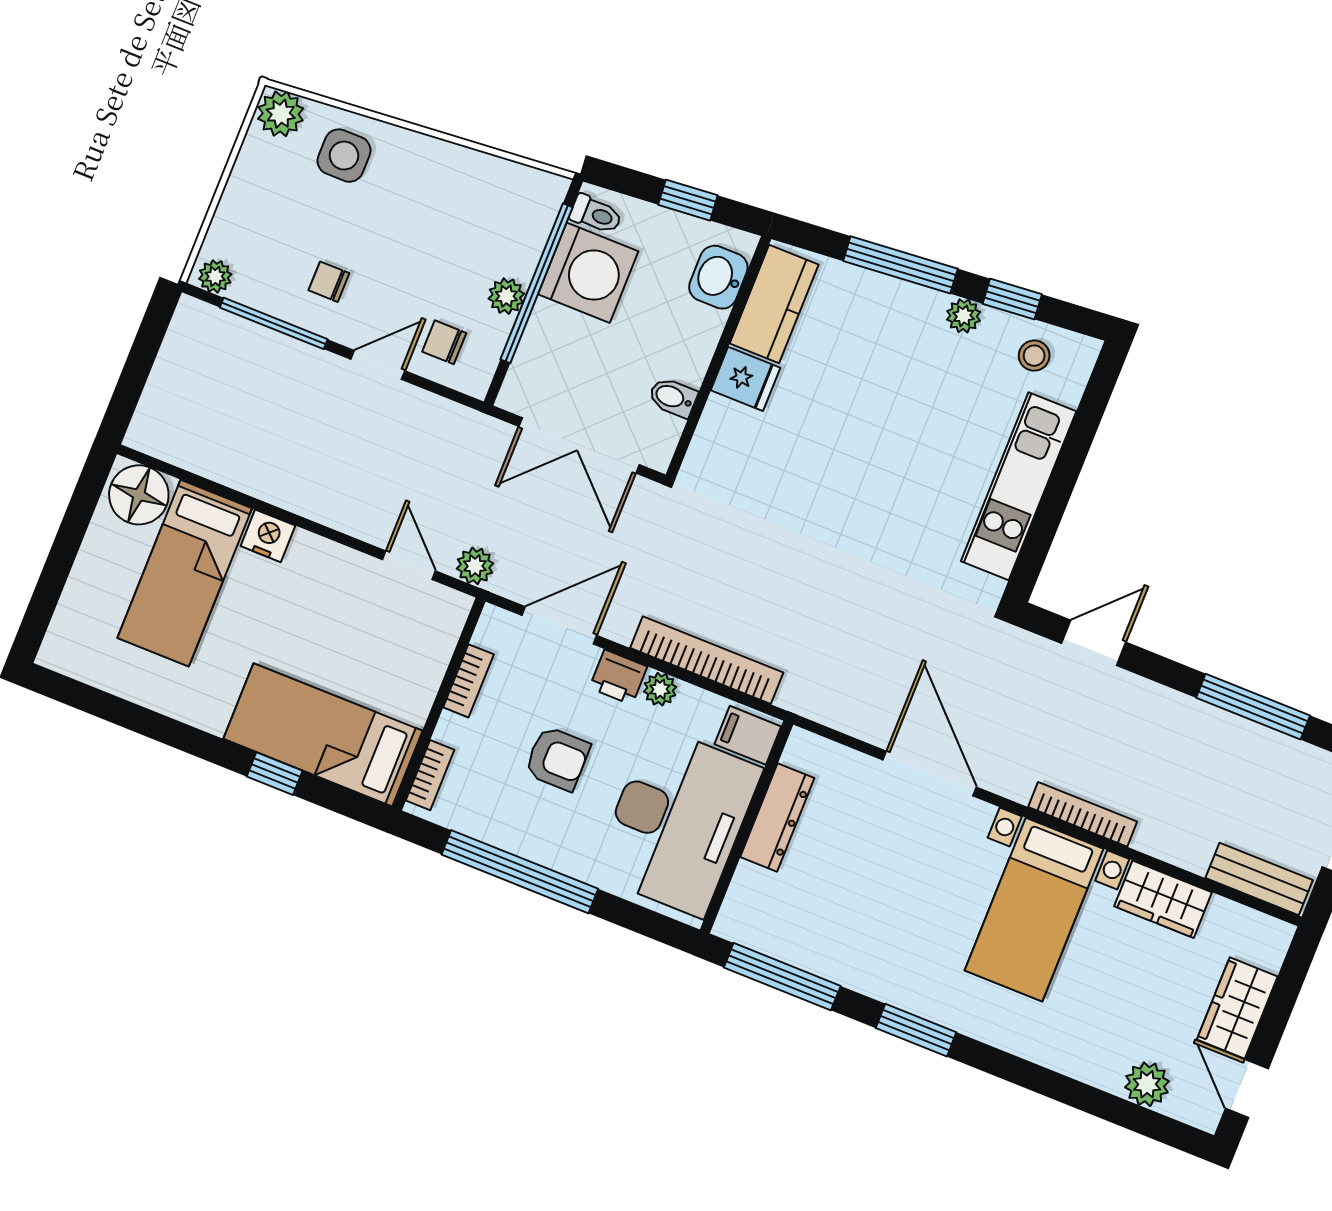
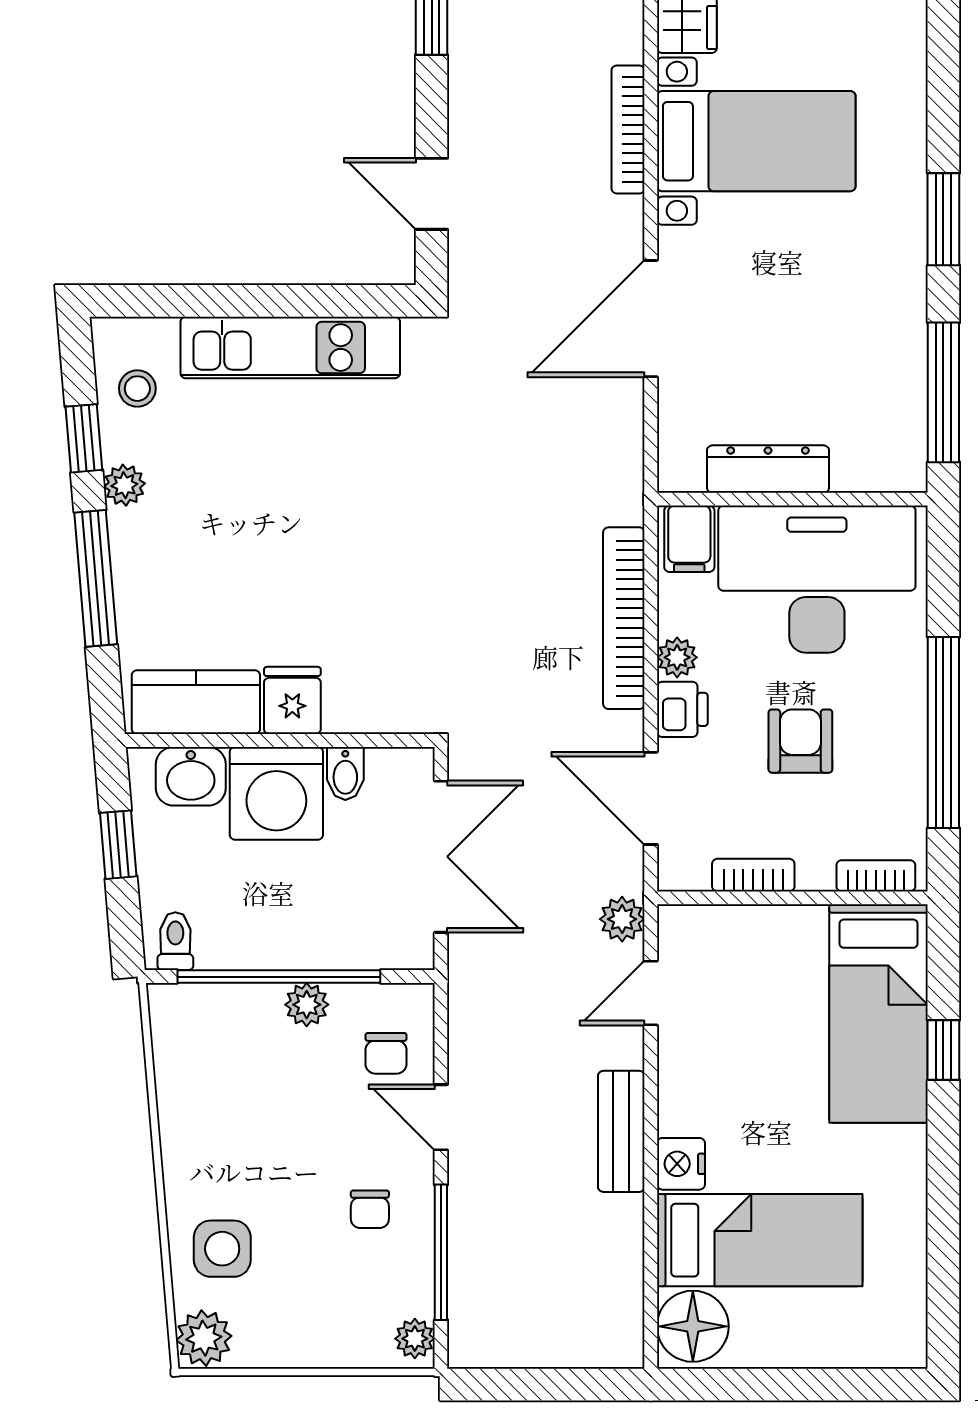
washing machine: (588, 273) -> (276, 793), moved, turned 180
bench: (311, 500) -> (621, 1131), added

